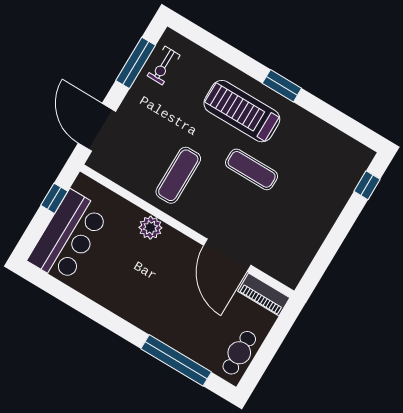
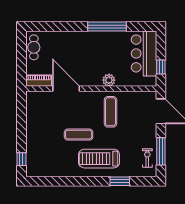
window: (282, 86) -> (120, 181), moved
treadmill: (242, 111) -> (99, 159), turned 180
window: (176, 360) -> (107, 27), moved

